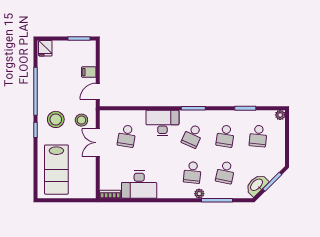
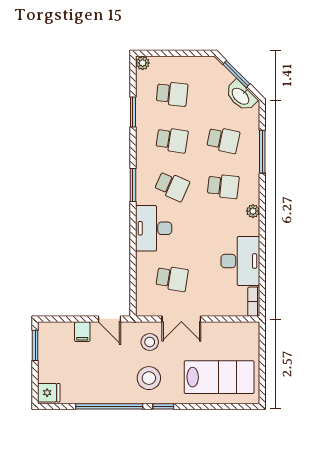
plant: (199, 194) -> (253, 211), moved

